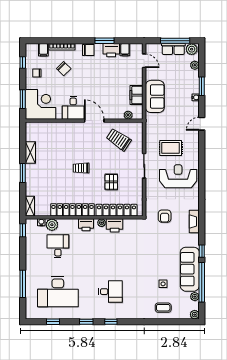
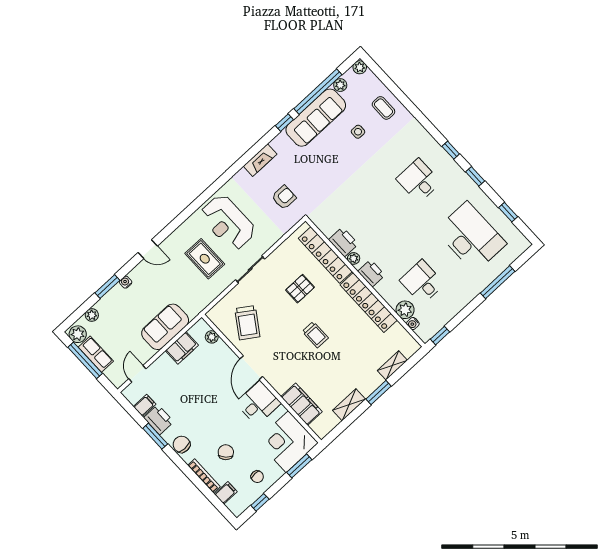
filing cabinet: (53, 129) -> (302, 404), added
shelving: (30, 206) -> (392, 365), moved
desk: (58, 246) -> (422, 282), turned 90

